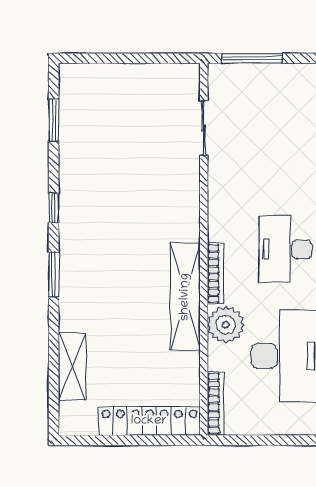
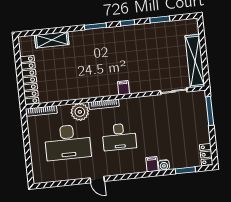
window: (54, 120) -> (160, 19), moved
filing cabinet: (186, 230) -> (123, 88), added
desk: (285, 249) -> (119, 137), turned 180
shelving: (185, 297) -> (195, 61), moved, turned 90

